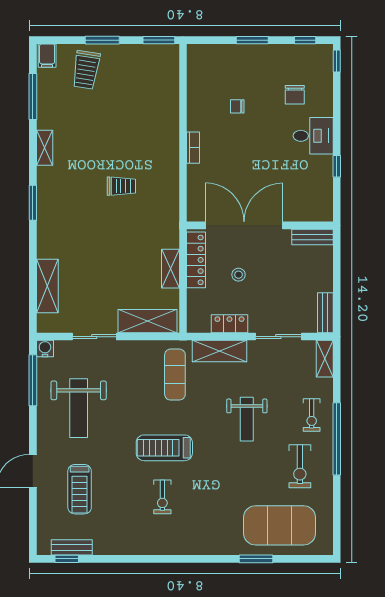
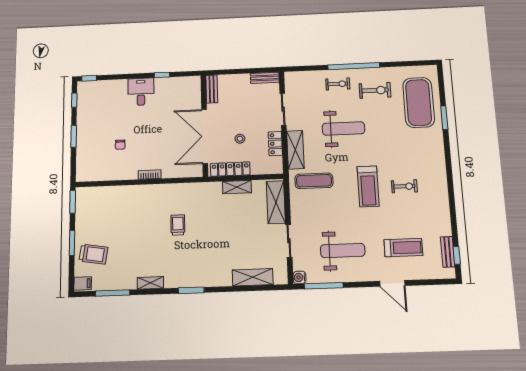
chair: (295, 95) -> (112, 105), removed
shelving: (325, 359) -> (297, 77), removed
weight bench: (247, 419) -> (343, 129), width x1.36, depth x1.33

